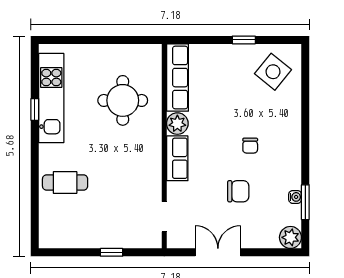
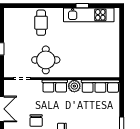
round table: (123, 100) -> (46, 60), moved

